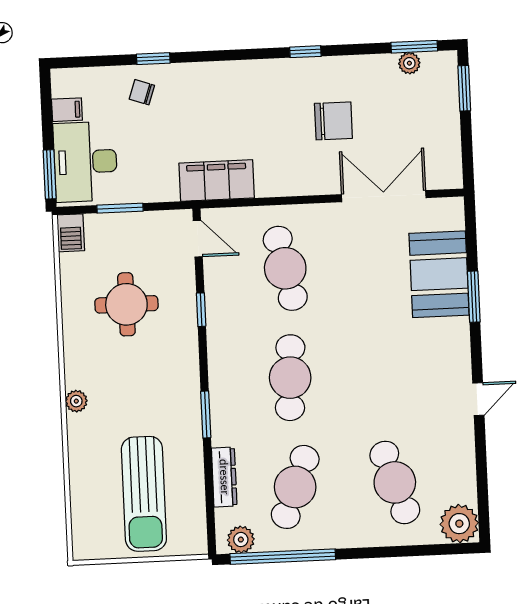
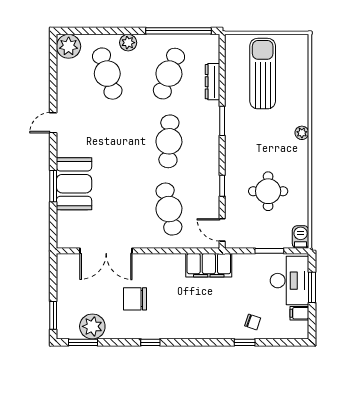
plant: (409, 63) -> (92, 326), width x1.87, depth x1.87
window: (50, 174) -> (312, 287), moved
booth: (439, 274) -> (74, 184), moved
plant: (241, 540) -> (128, 43), moved

